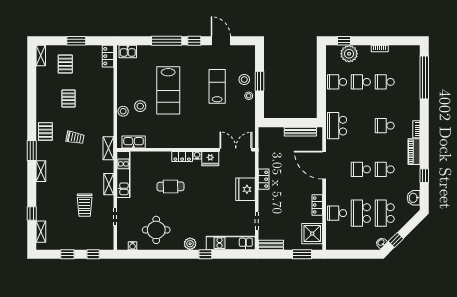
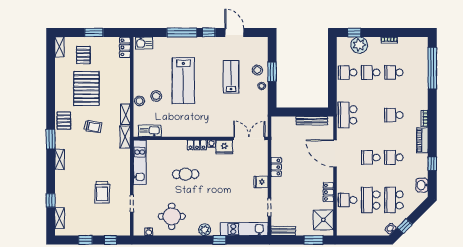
pallet: (68, 98) -> (86, 89), width x2.05, depth x2.00
shelving: (109, 184) -> (125, 114), moved
fridge: (245, 189) -> (261, 182), width x0.53, depth x0.75

